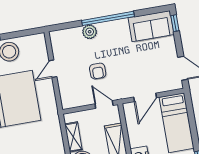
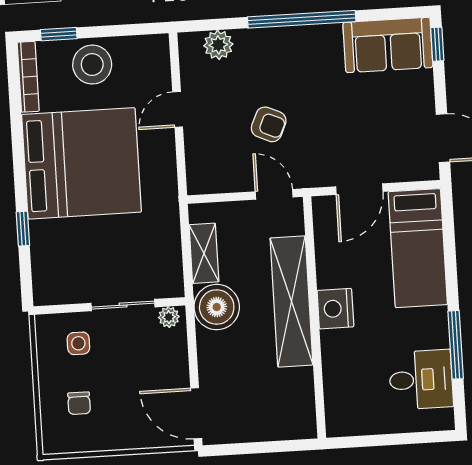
plant: (90, 32) -> (218, 45), moved
armchair: (98, 71) -> (269, 124), turned -66

